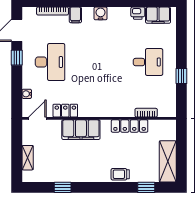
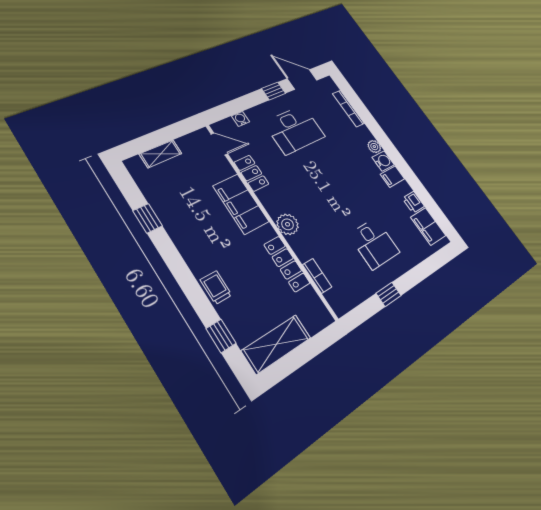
plant: (88, 12) -> (374, 147), added
filing cabinet: (75, 15) -> (393, 177), moved
plant: (107, 110) -> (288, 224), added

